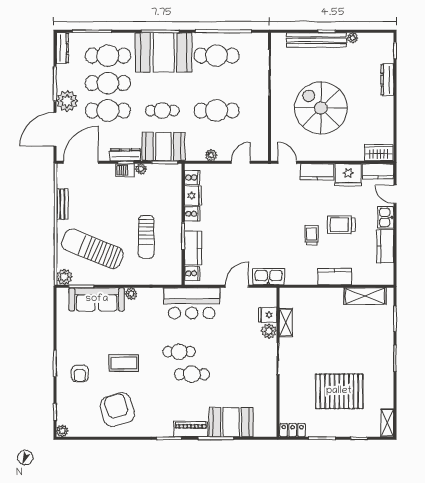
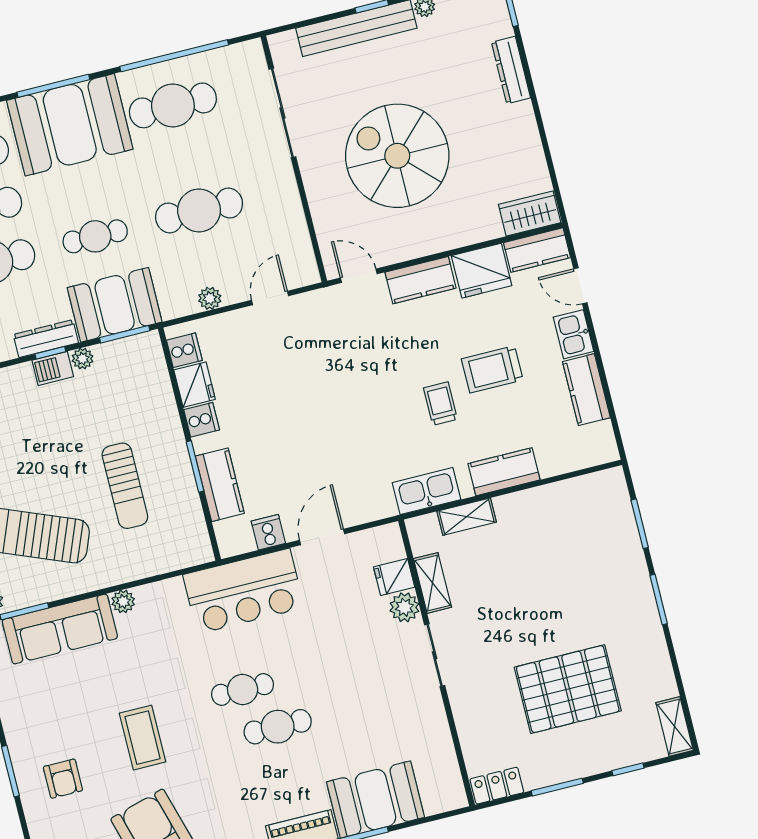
cooker: (192, 273) -> (268, 532), moved, turned -90
kitchen sink: (268, 277) -> (426, 491), moved
shelving: (365, 296) -> (467, 517), moved, width x0.67, depth x0.75
coffee table: (124, 363) -> (143, 738), turned 90

